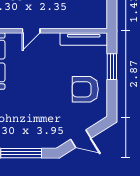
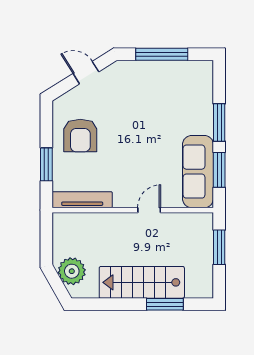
armchair: (85, 89) -> (80, 136), turned 90

